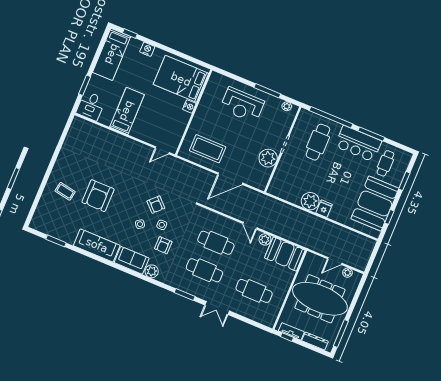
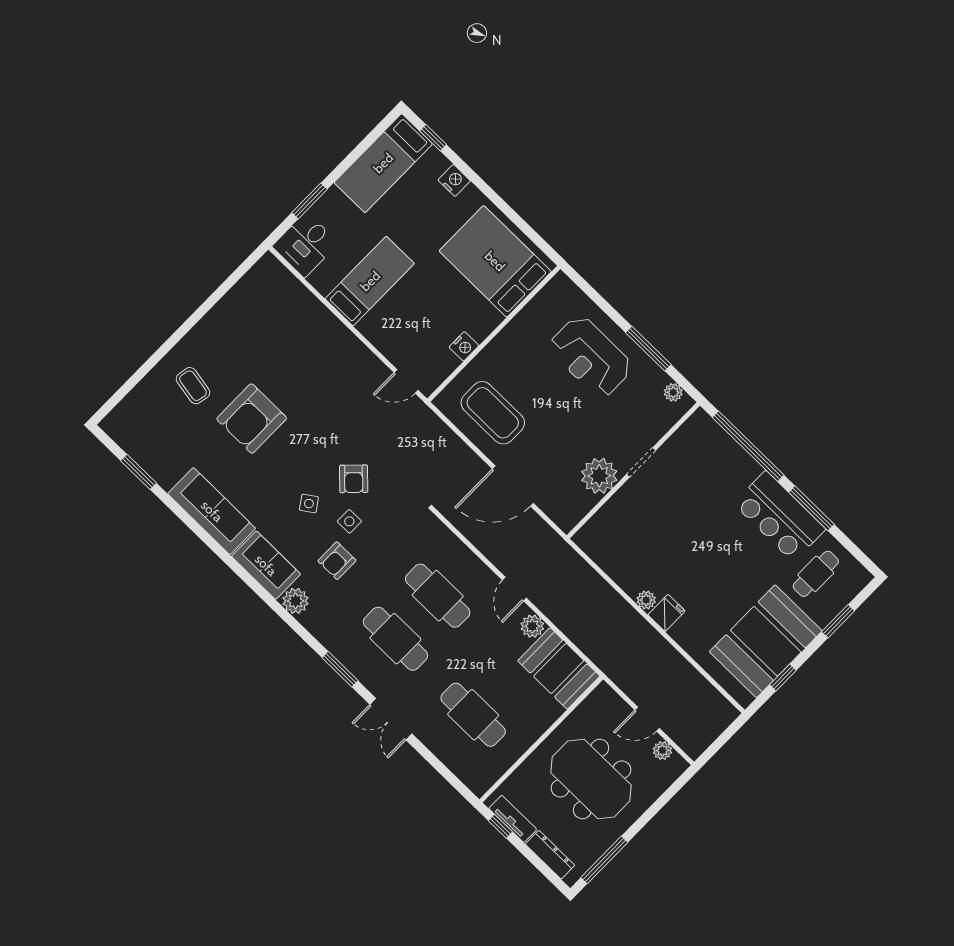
nightstand: (189, 106) -> (464, 346), moved
cafe table: (318, 142) -> (705, 483), removed
plant: (310, 201) -> (646, 600), width x0.53, depth x0.53
meeting table: (320, 299) -> (591, 779), width x0.73

